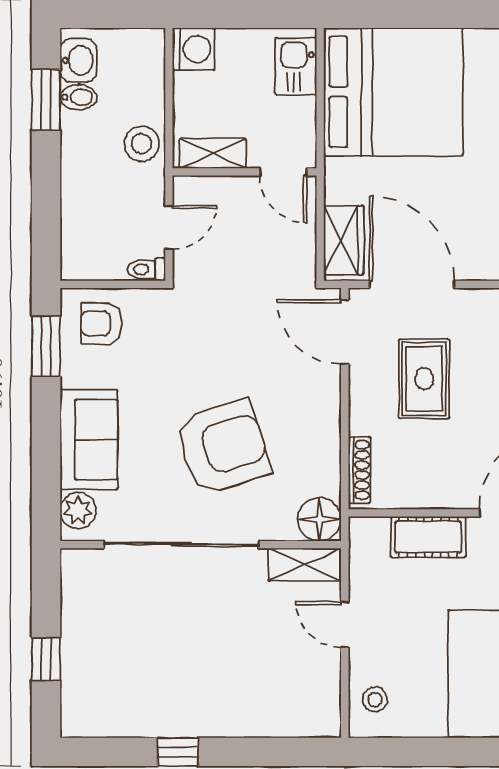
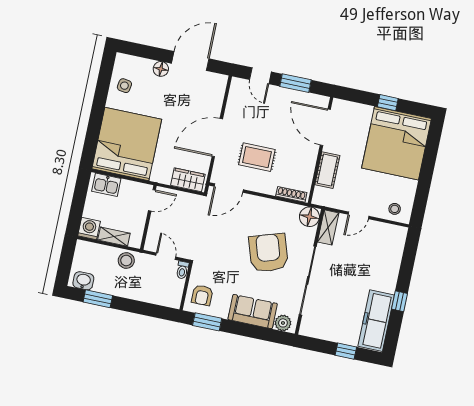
bidet: (78, 97) -> (100, 284), removed
shelving: (213, 153) -> (114, 237), moved, turned 90
door: (412, 284) -> (217, 138), moved
freezer: (125, 710) -> (376, 321), added

